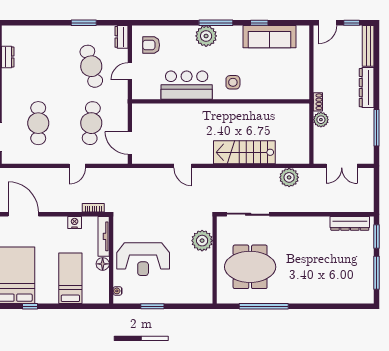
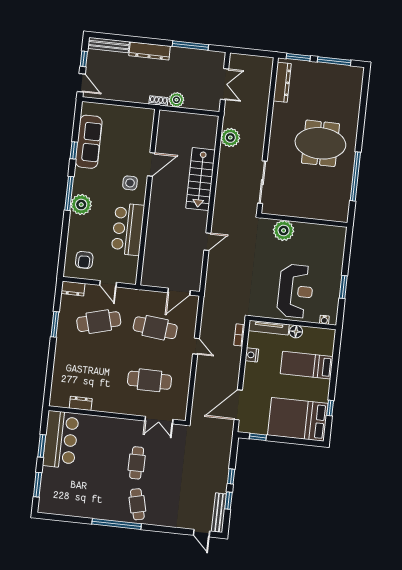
door: (254, 101) -> (151, 164), added
meeting table: (250, 267) -> (320, 143), moved, turned 90

